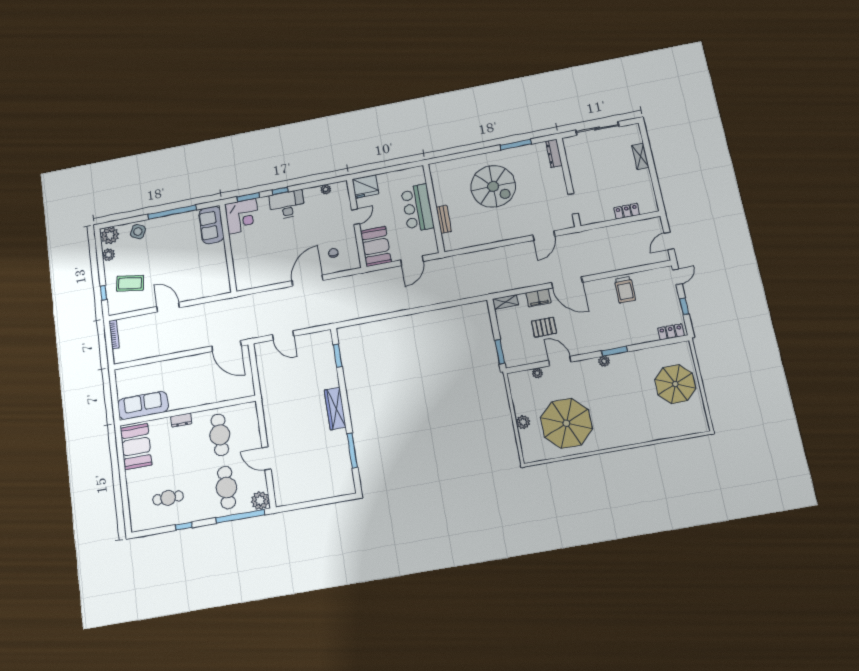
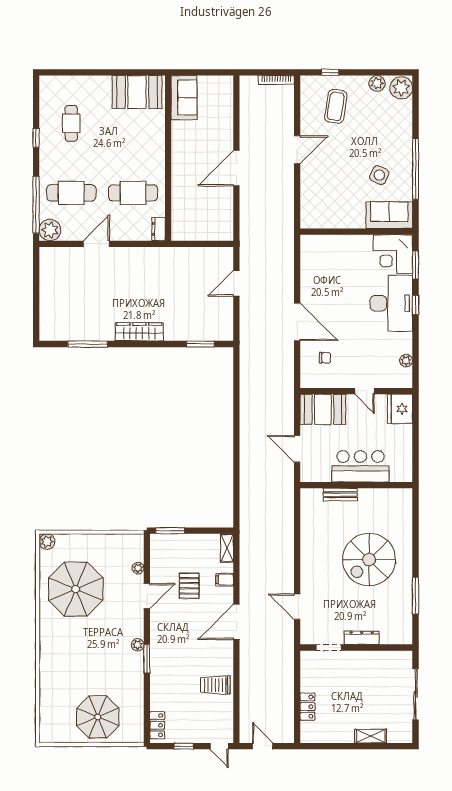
dresser: (554, 153) -> (362, 638), moved
desk: (287, 205) -> (391, 303), width x1.36, depth x1.30
side table: (138, 232) -> (379, 175), moved
filing cabinet: (538, 298) -> (225, 580), width x0.50
door: (226, 346) -> (236, 168), moved
sofa: (143, 405) -> (184, 98), width x0.73
dresser: (181, 420) -> (158, 229), moved
plant: (523, 422) -> (47, 542), moved

